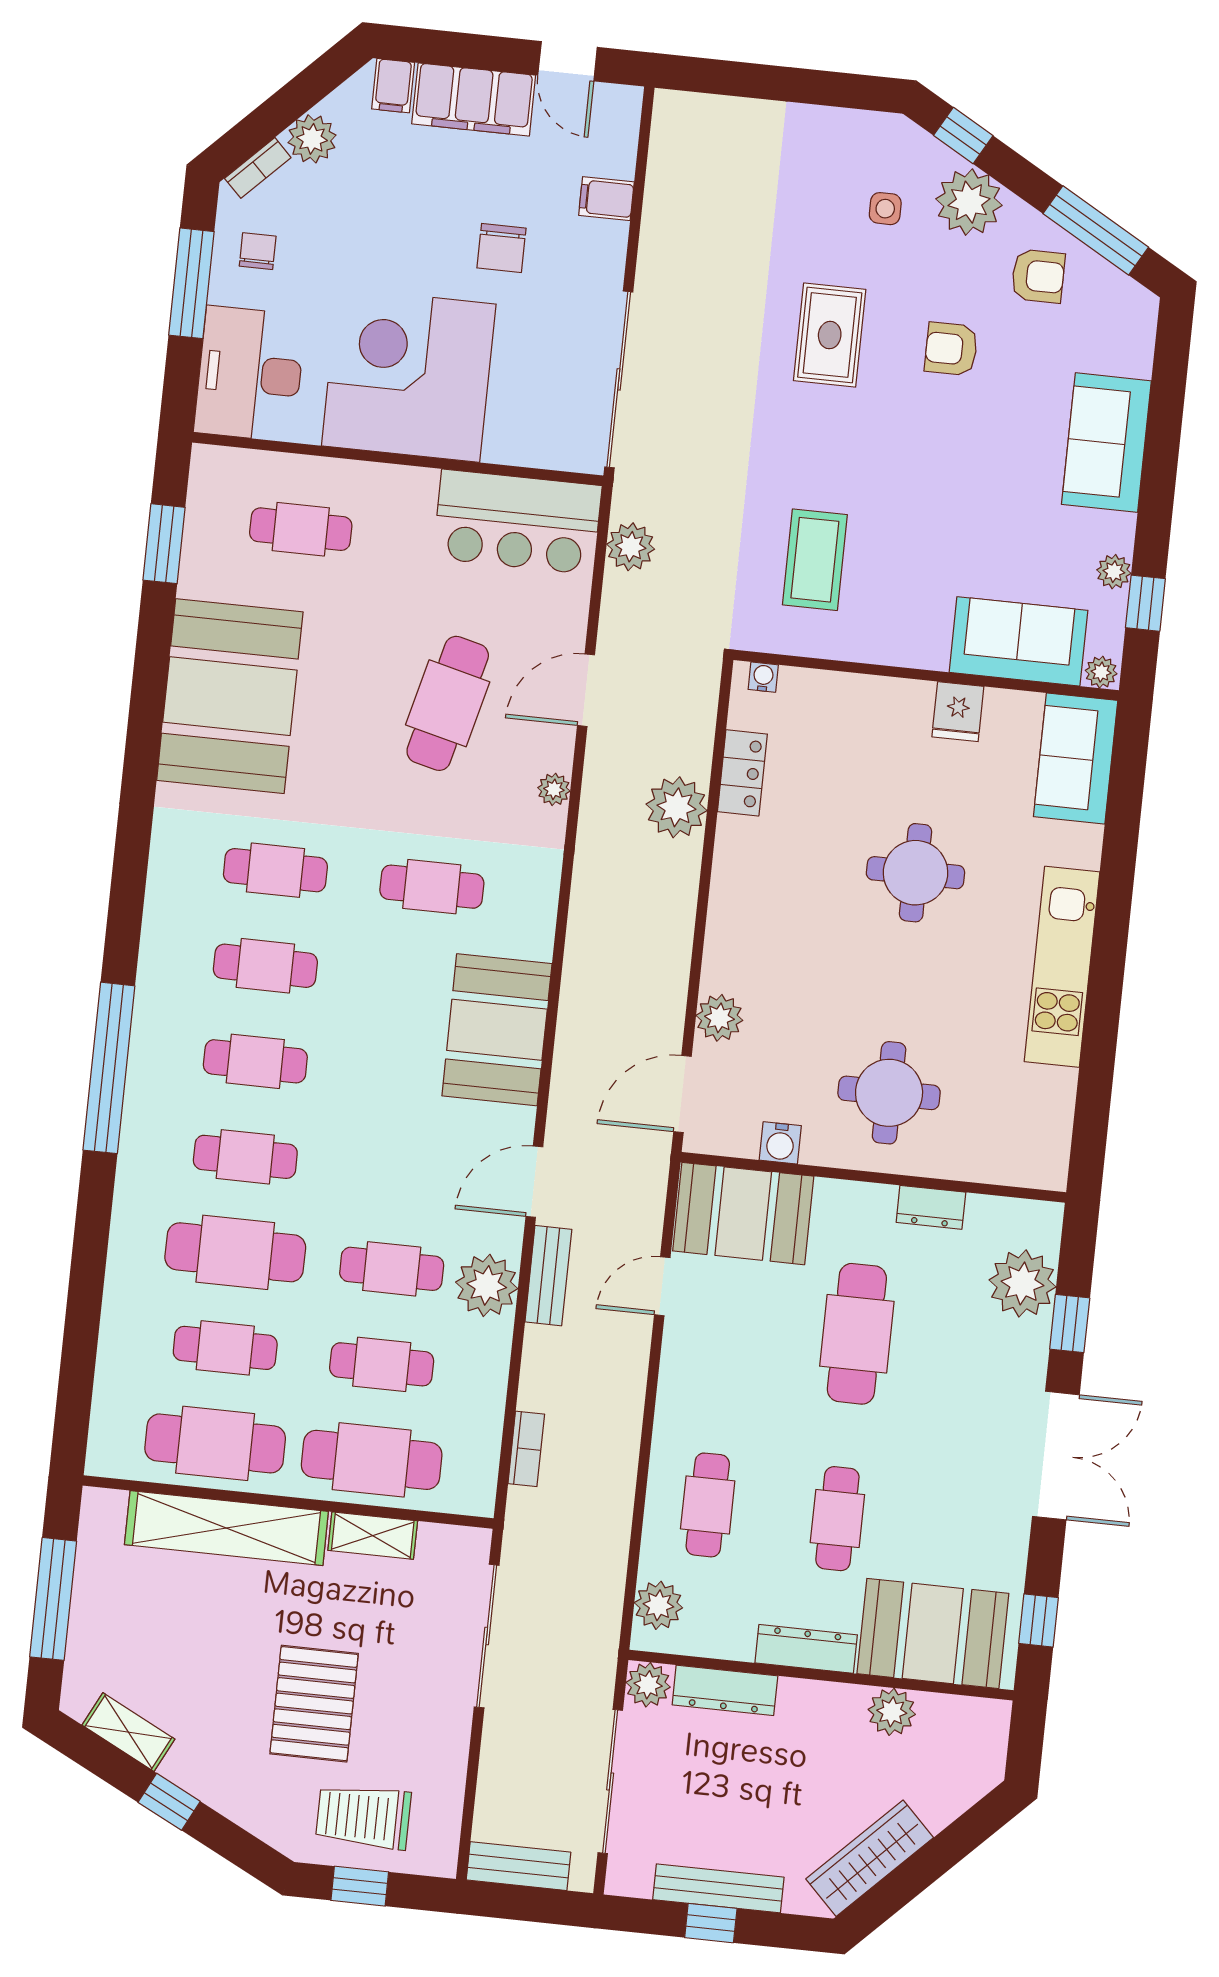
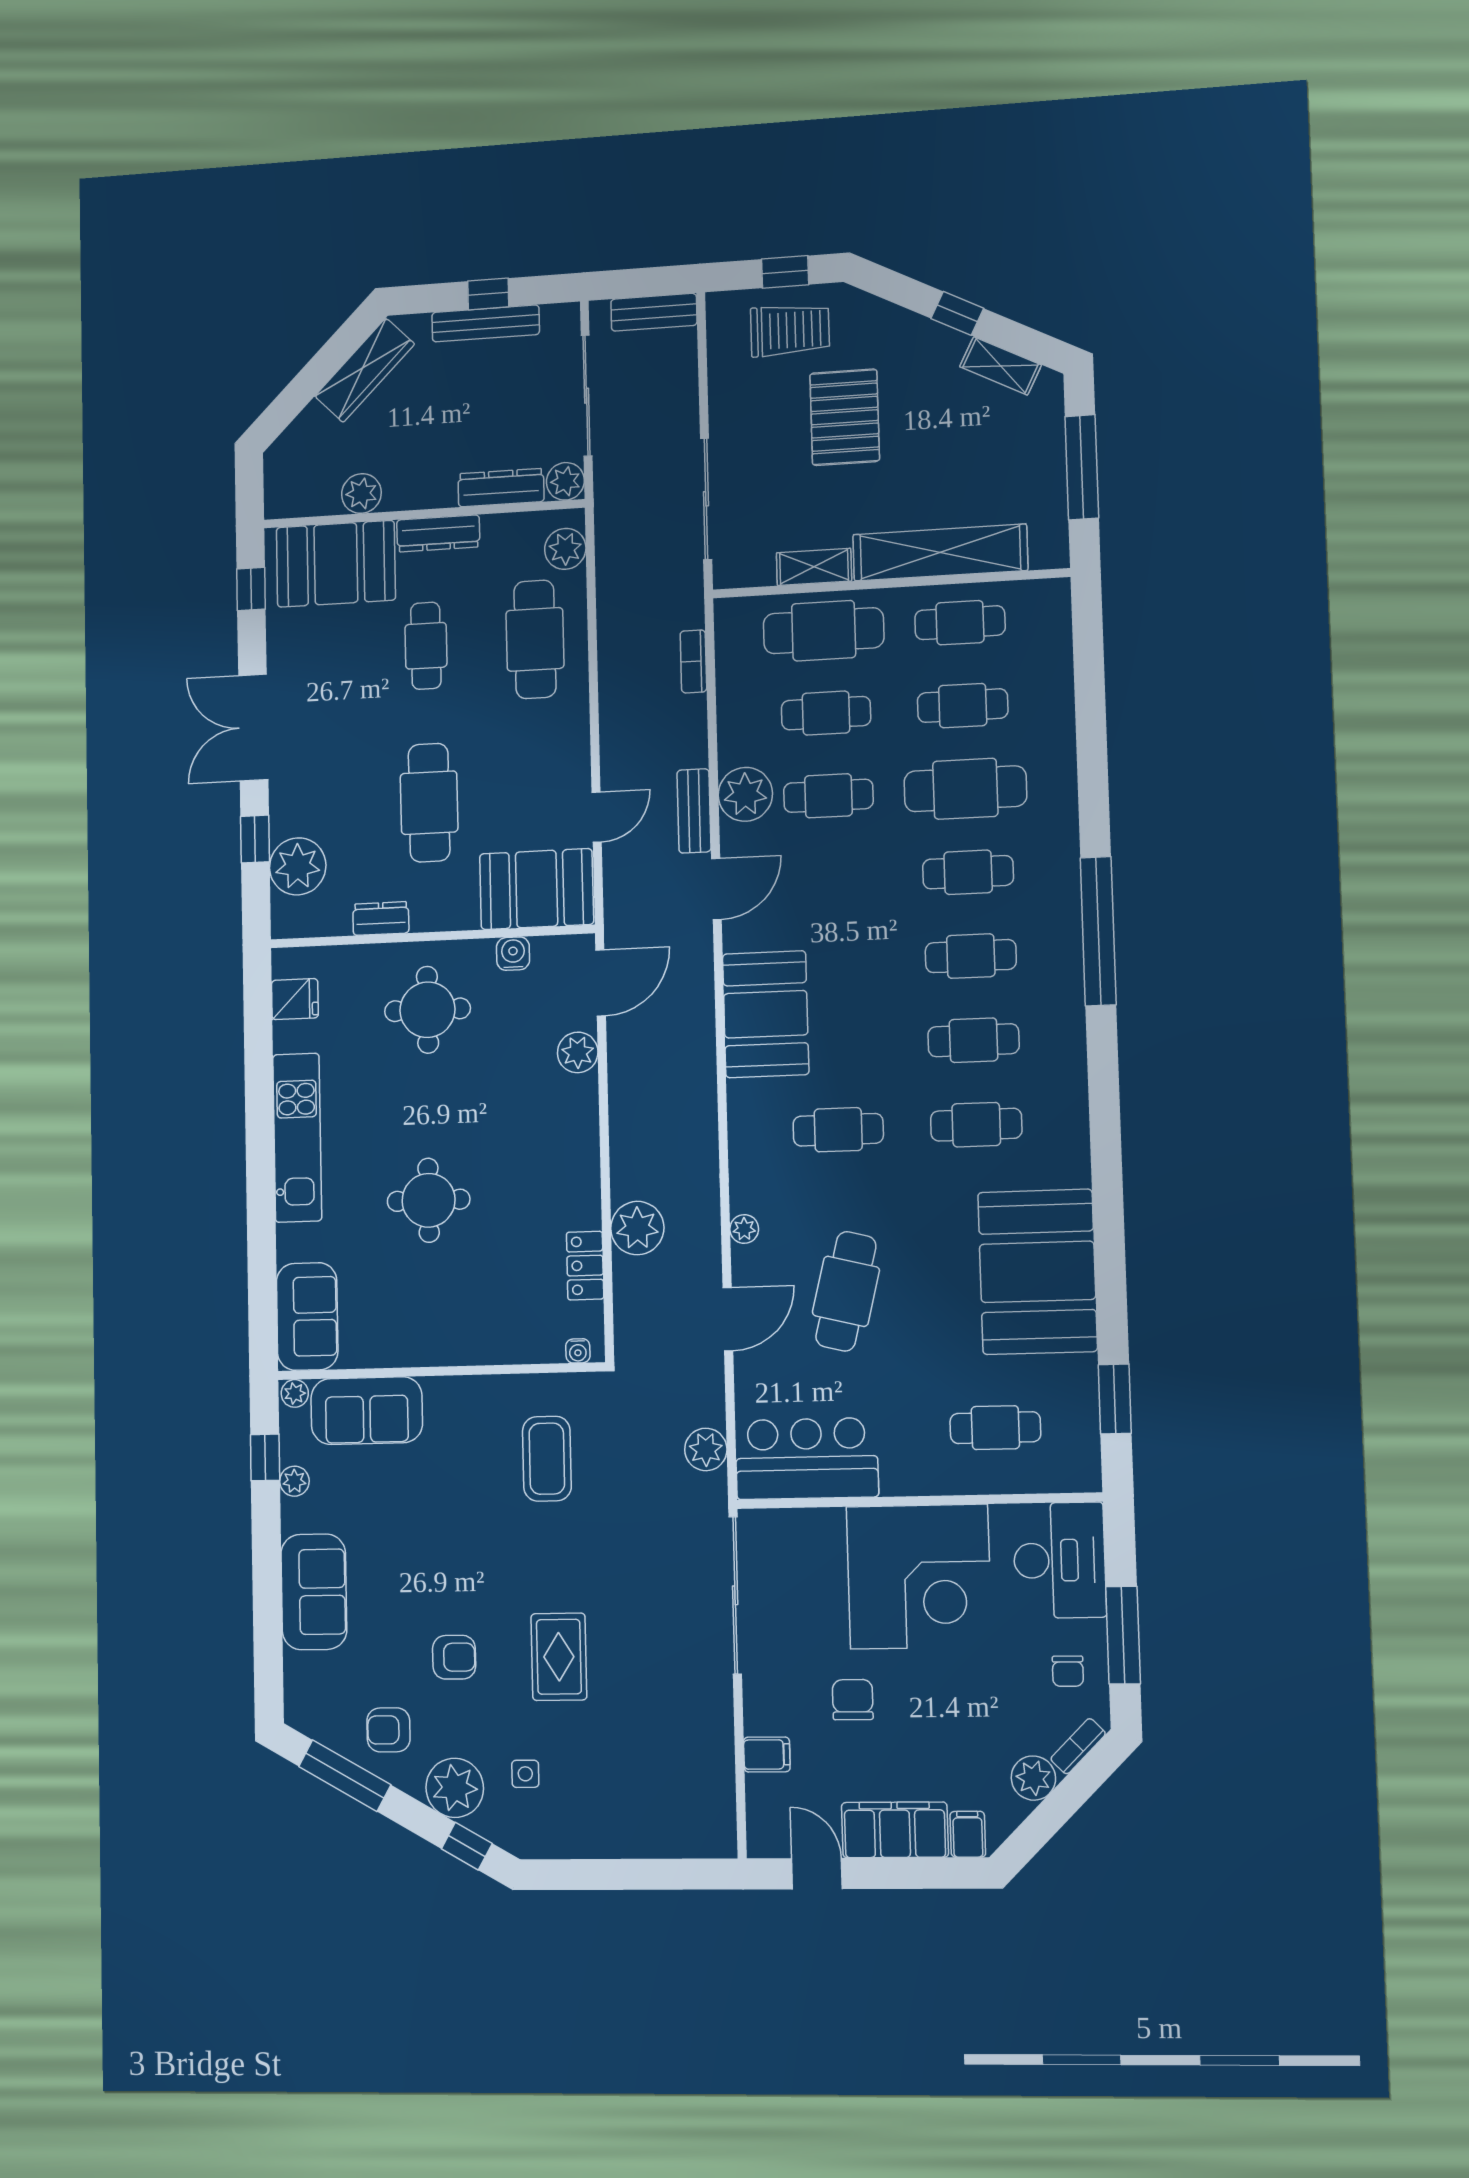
fridge: (958, 712) -> (295, 999), moved, turned 90
cafe table: (215, 1443) -> (960, 623), width x0.73, depth x0.74
cafe table: (708, 1505) -> (535, 639), width x1.37, depth x1.35

